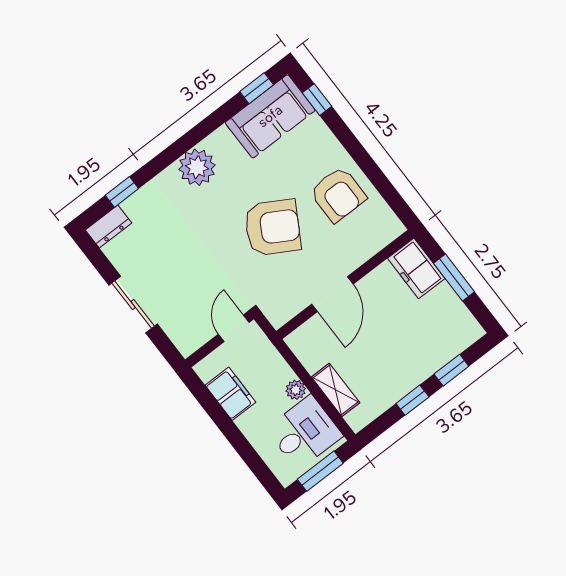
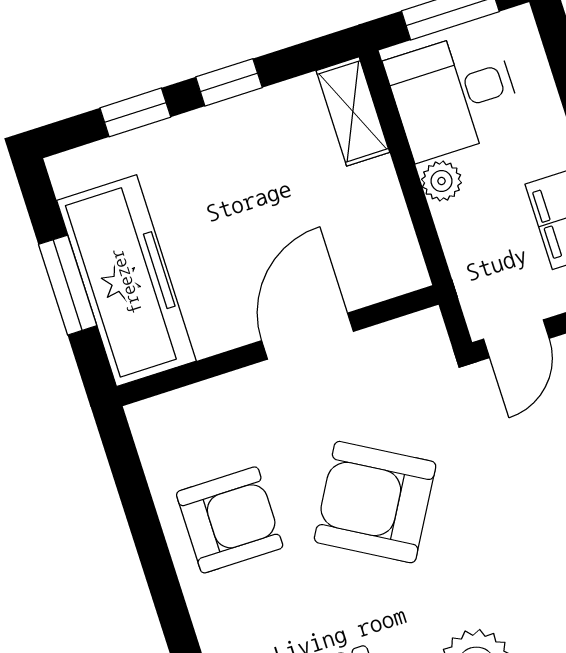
armchair: (338, 194) -> (230, 520), turned 90
freezer: (416, 268) -> (126, 281), width x1.91, depth x1.26
shelving: (336, 390) -> (353, 111), moved

